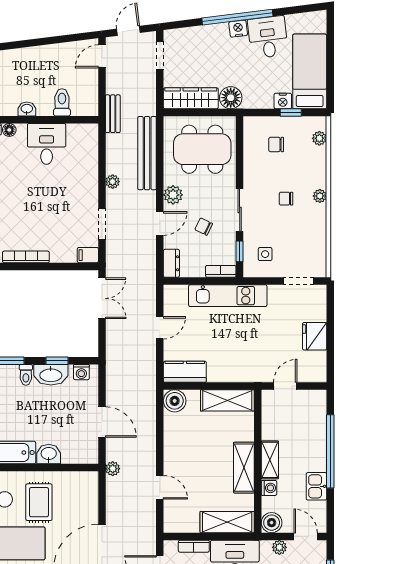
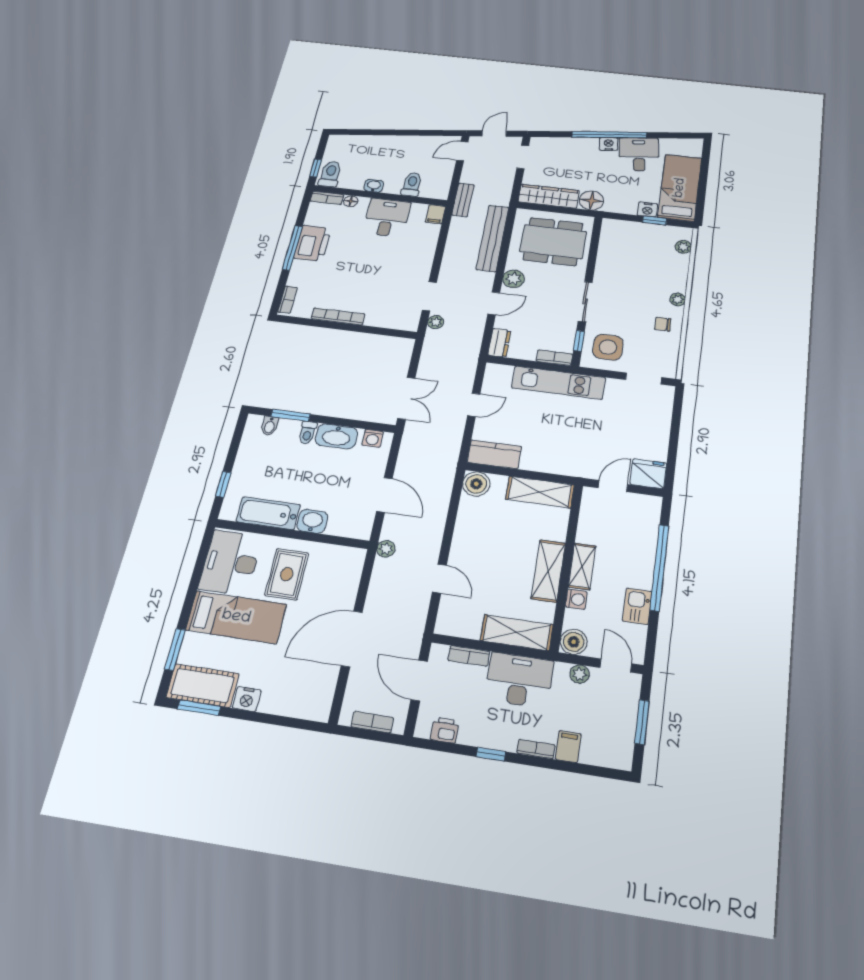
chair: (276, 144) -> (635, 247), removed
plant: (113, 182) -> (436, 322), moved
chair: (286, 199) -> (663, 324), moved
chair: (204, 227) -> (542, 312), removed
side table: (265, 254) -> (608, 347), width x1.87, depth x1.87
filing cabinet: (88, 255) -> (435, 214), moved, turned -90
double door: (102, 298) -> (406, 398), moved
fridge: (315, 336) -> (648, 474), moved, turned 90
window: (57, 361) -> (347, 423), removed

